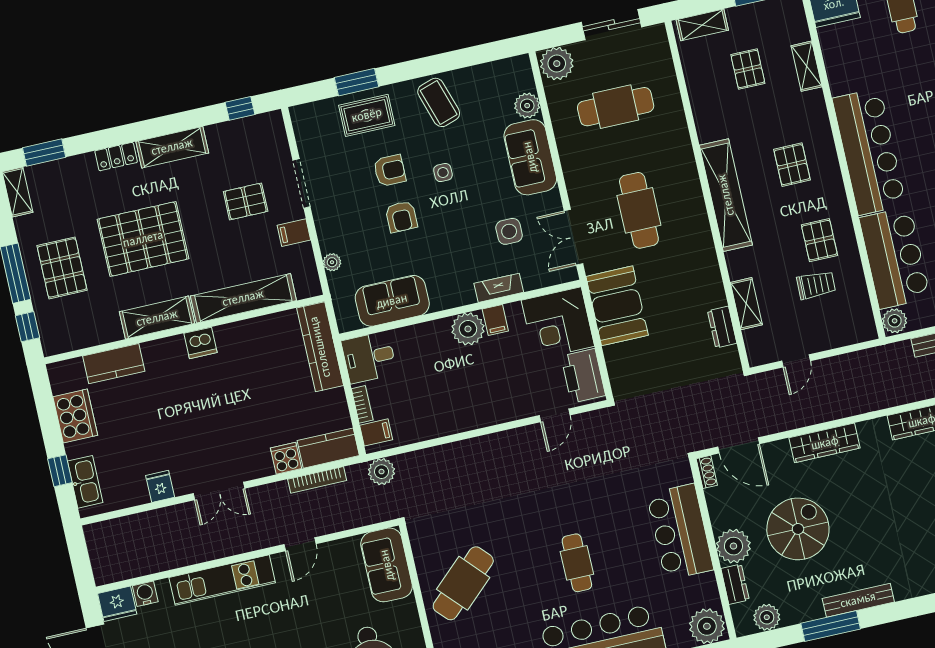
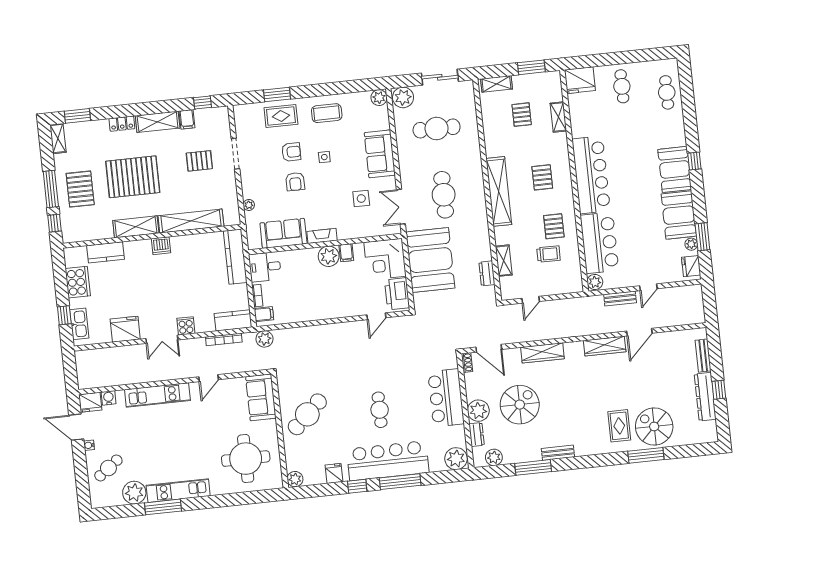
coffee table: (439, 102) -> (327, 113), turned -72
plant: (527, 106) -> (379, 98), moved
filing cabinet: (294, 233) -> (187, 119), moved, turned -90
fireplace: (499, 288) -> (322, 236), moved
booth: (617, 306) -> (430, 260), width x1.36, depth x1.42
cooker: (286, 458) -> (186, 326), moved
fridge: (160, 486) -> (125, 329), width x1.88, depth x1.34
bench: (858, 600) -> (558, 453), width x0.73

